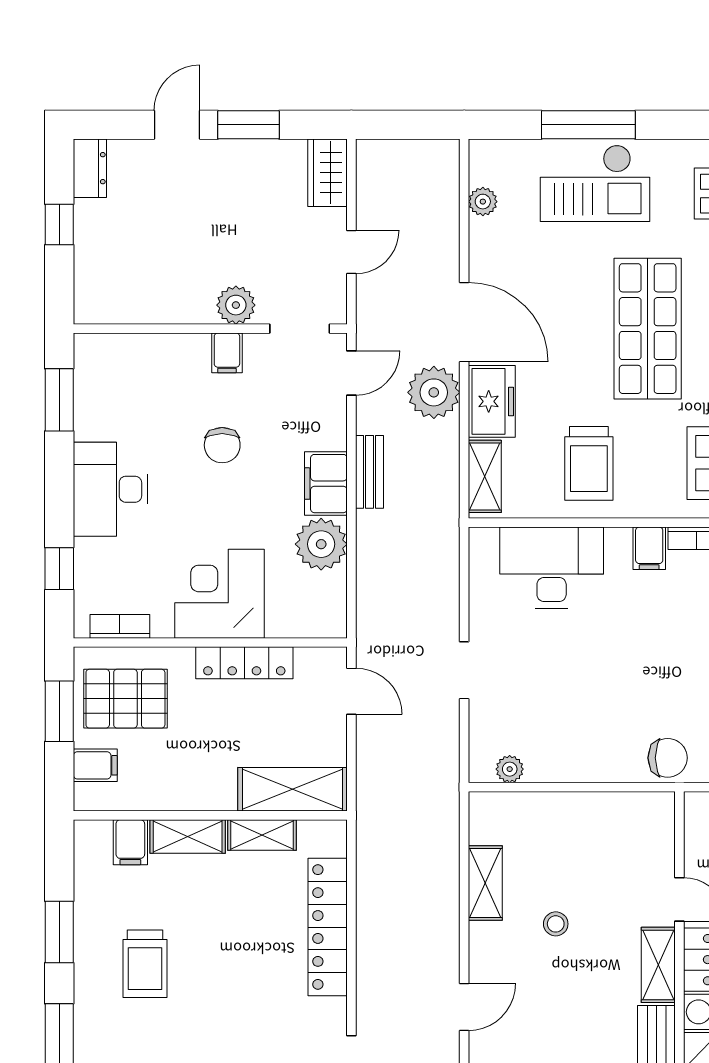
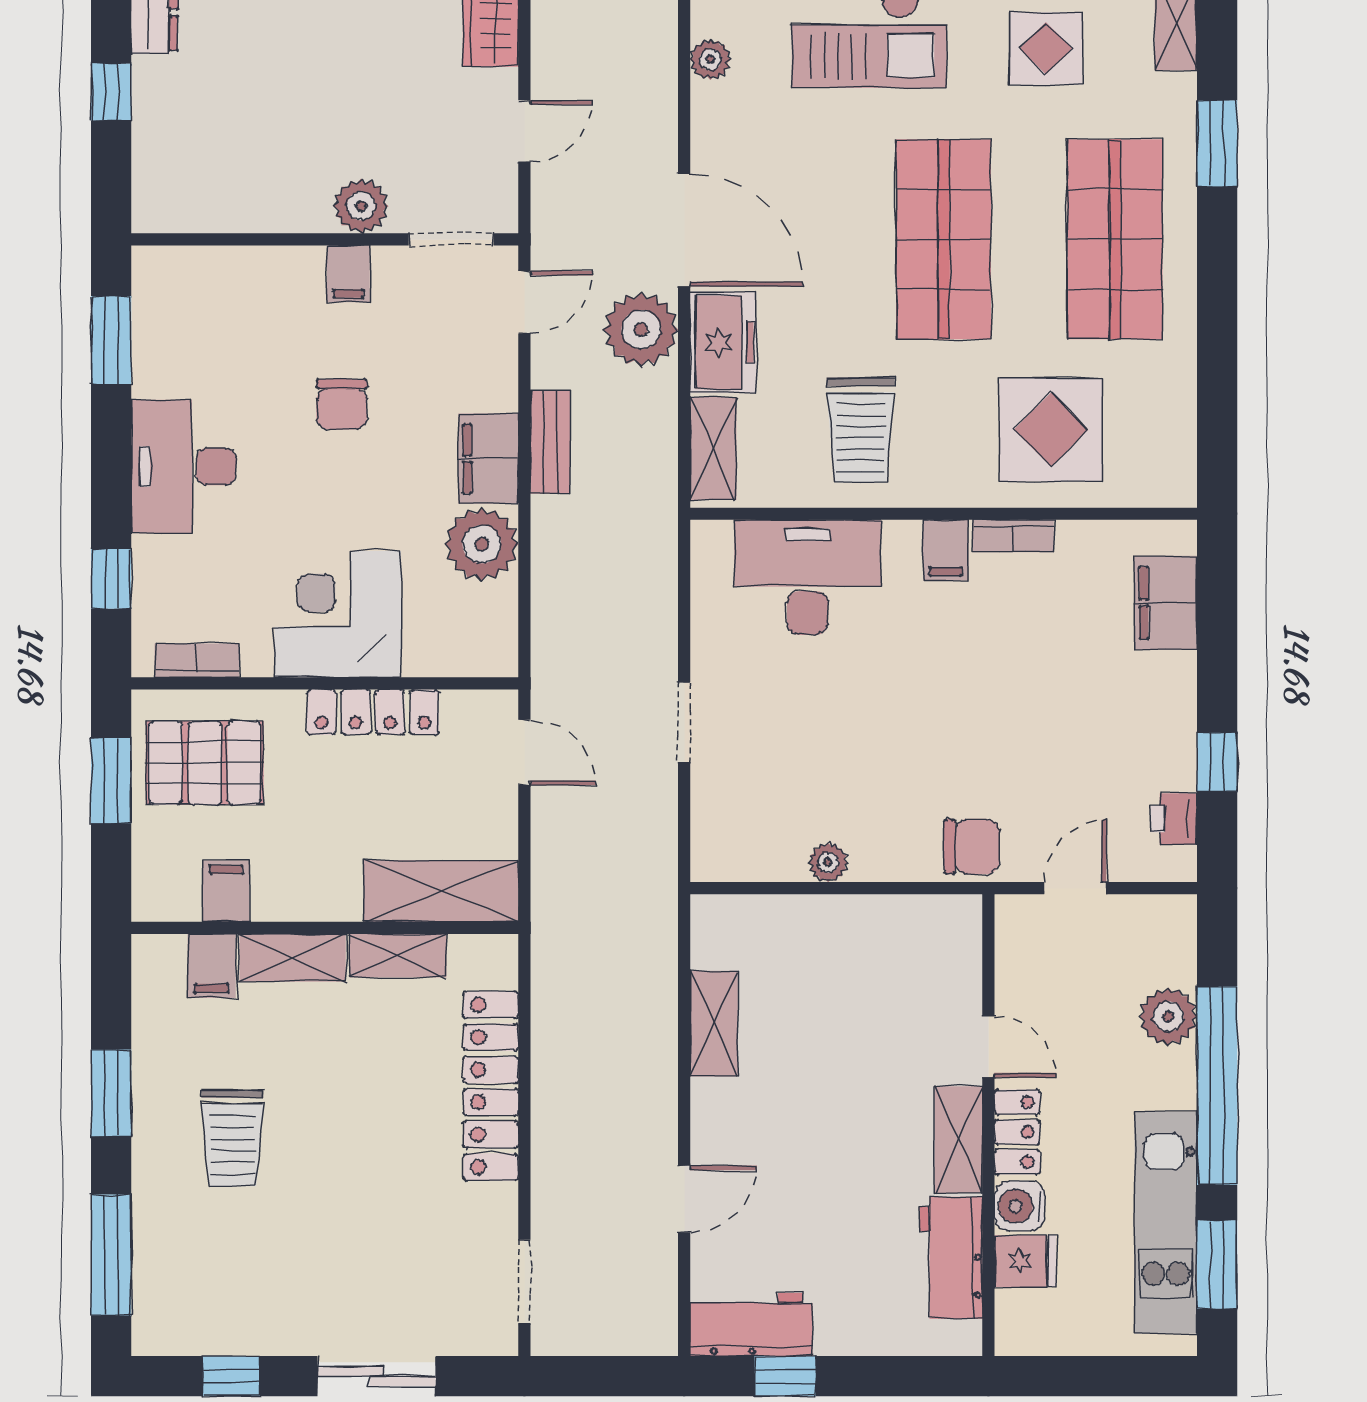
filing cabinet: (95, 765) -> (226, 891), moved, turned -90
plant: (510, 769) -> (828, 863), moved
stool: (556, 924) -> (813, 1082), removed

